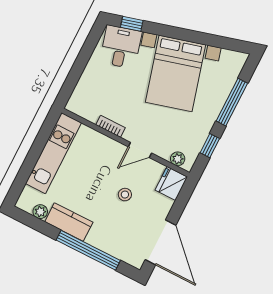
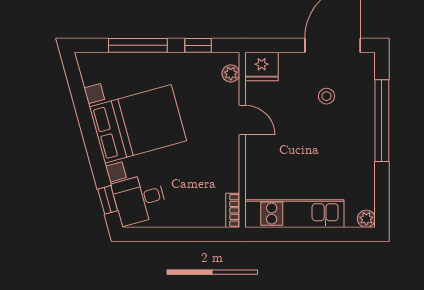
bookcase: (110, 126) -> (233, 210), moved
stool: (125, 195) -> (326, 96), moved
plant: (40, 212) -> (366, 219), moved
kitchen counter: (69, 222) -> (362, 158), removed

